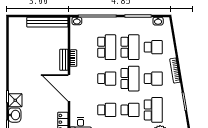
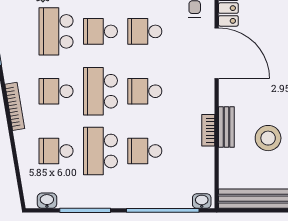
school desk: (107, 47) -> (145, 151), width x0.54
stool: (42, 54) -> (268, 138), added
door: (69, 88) -> (217, 53), moved

